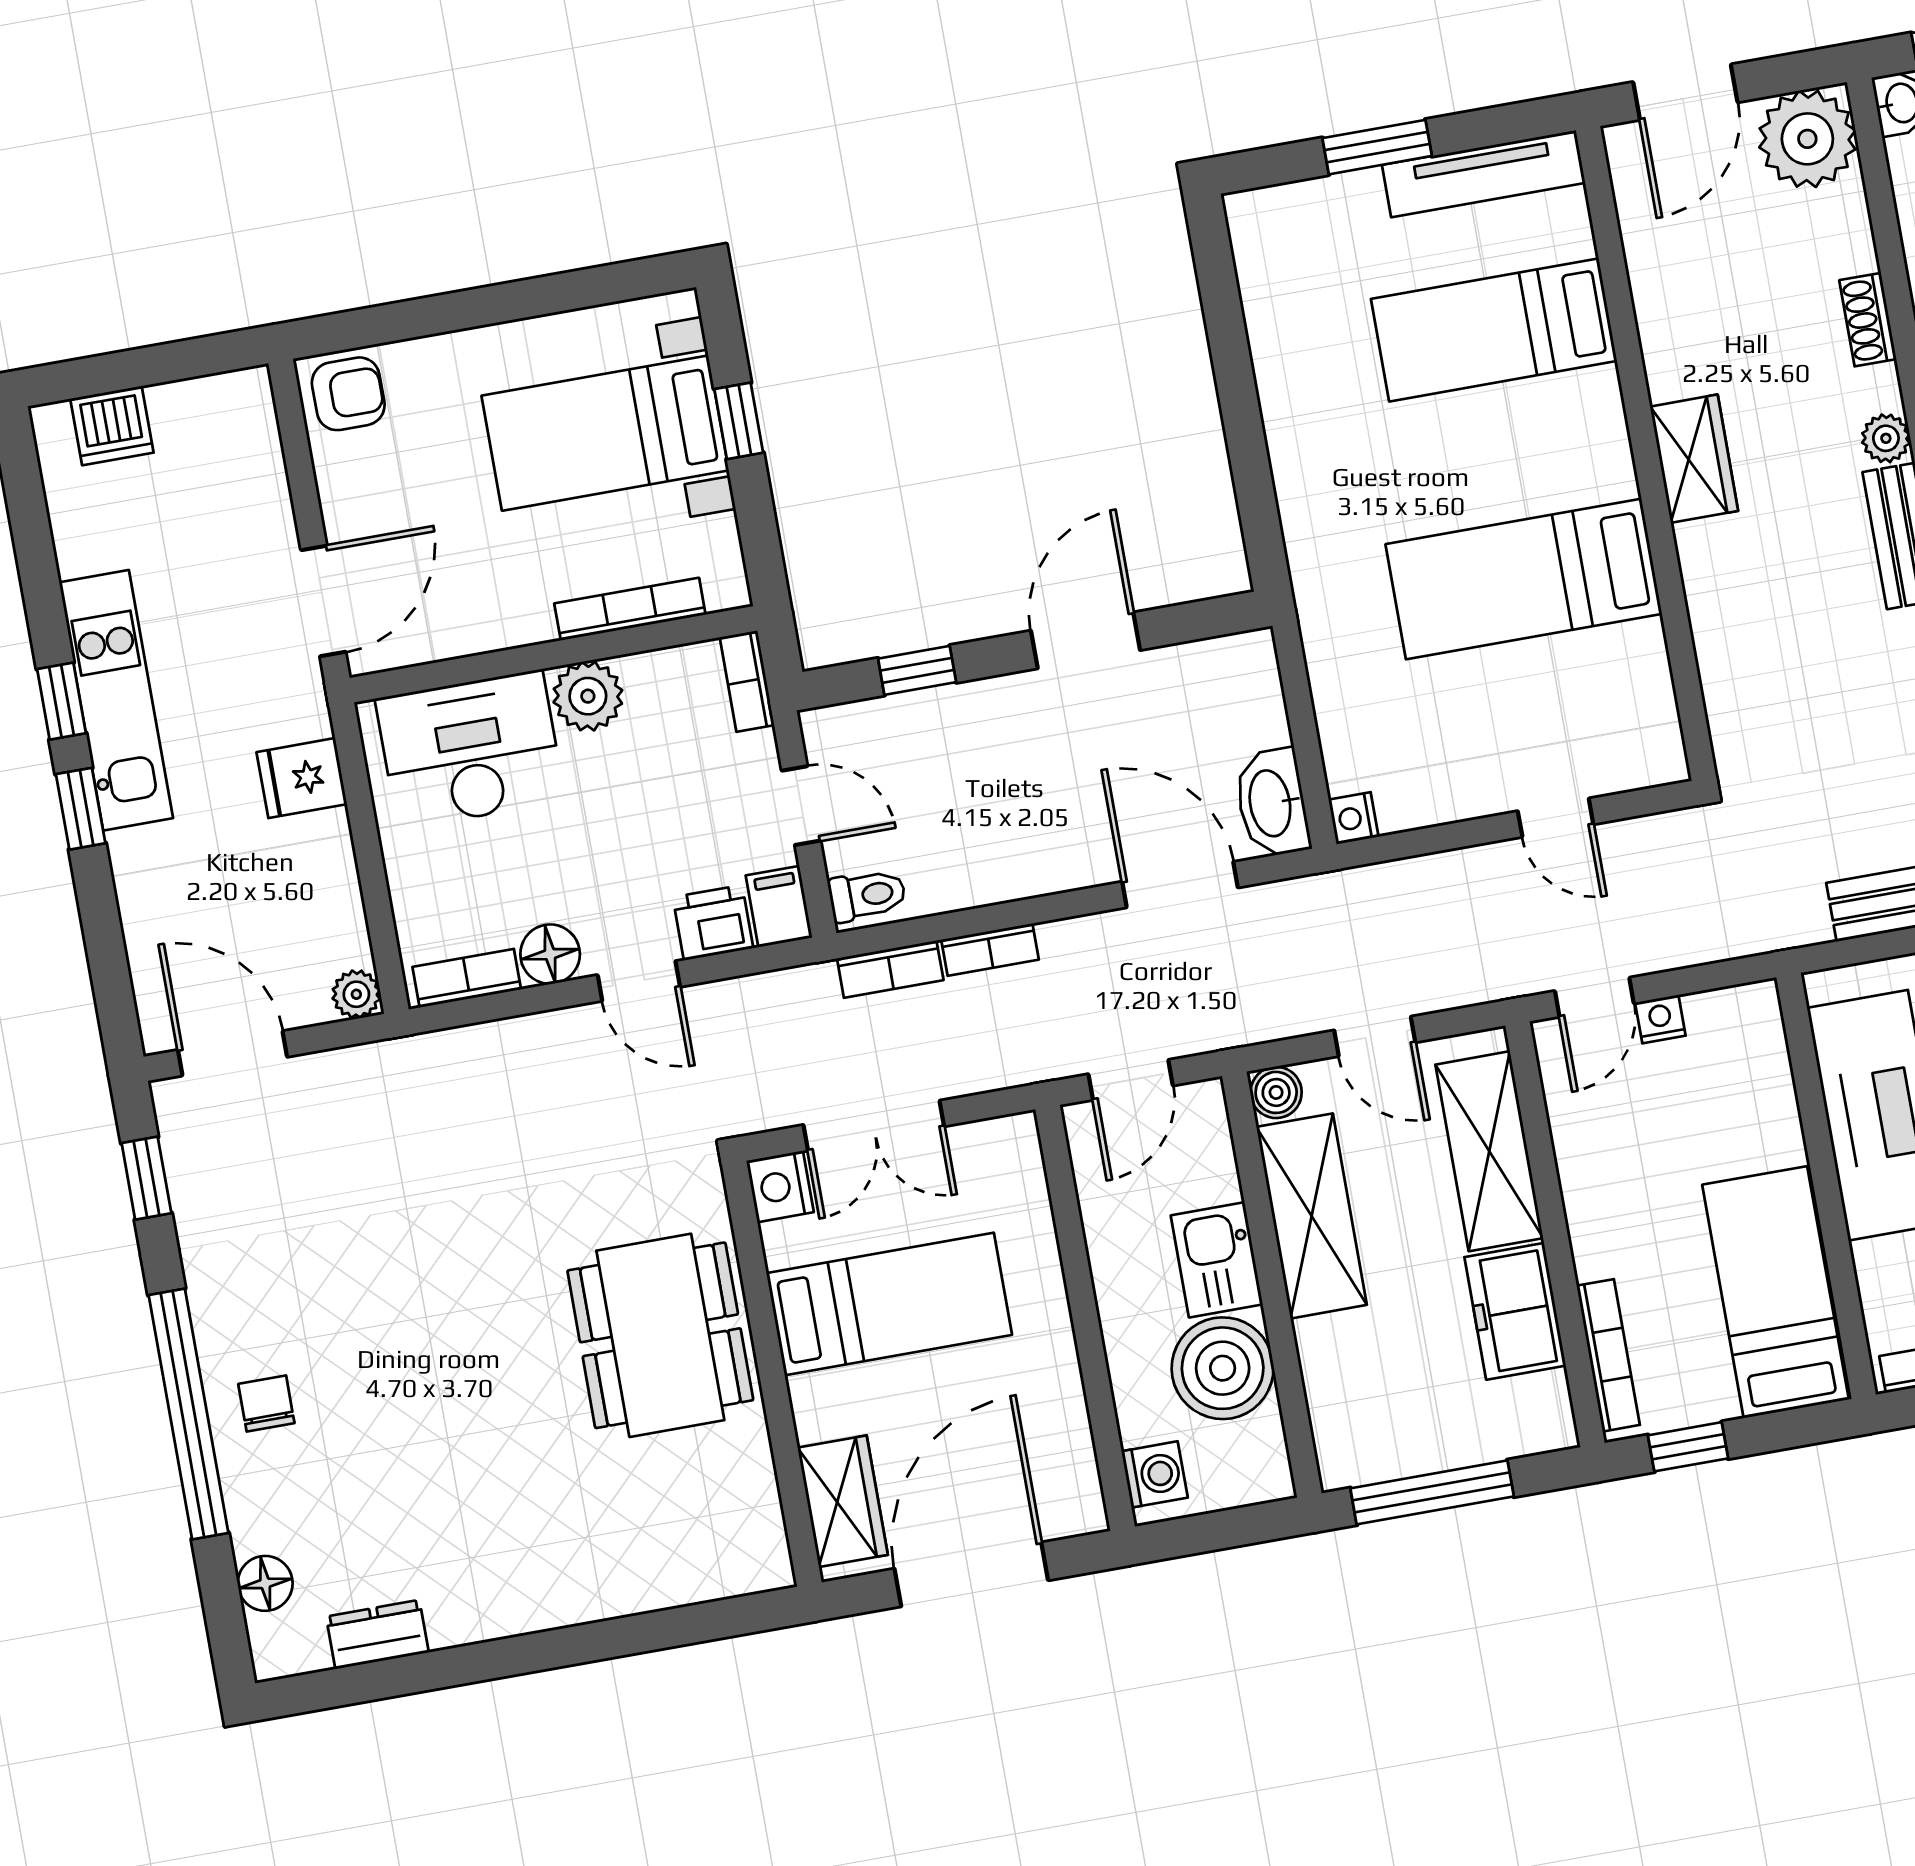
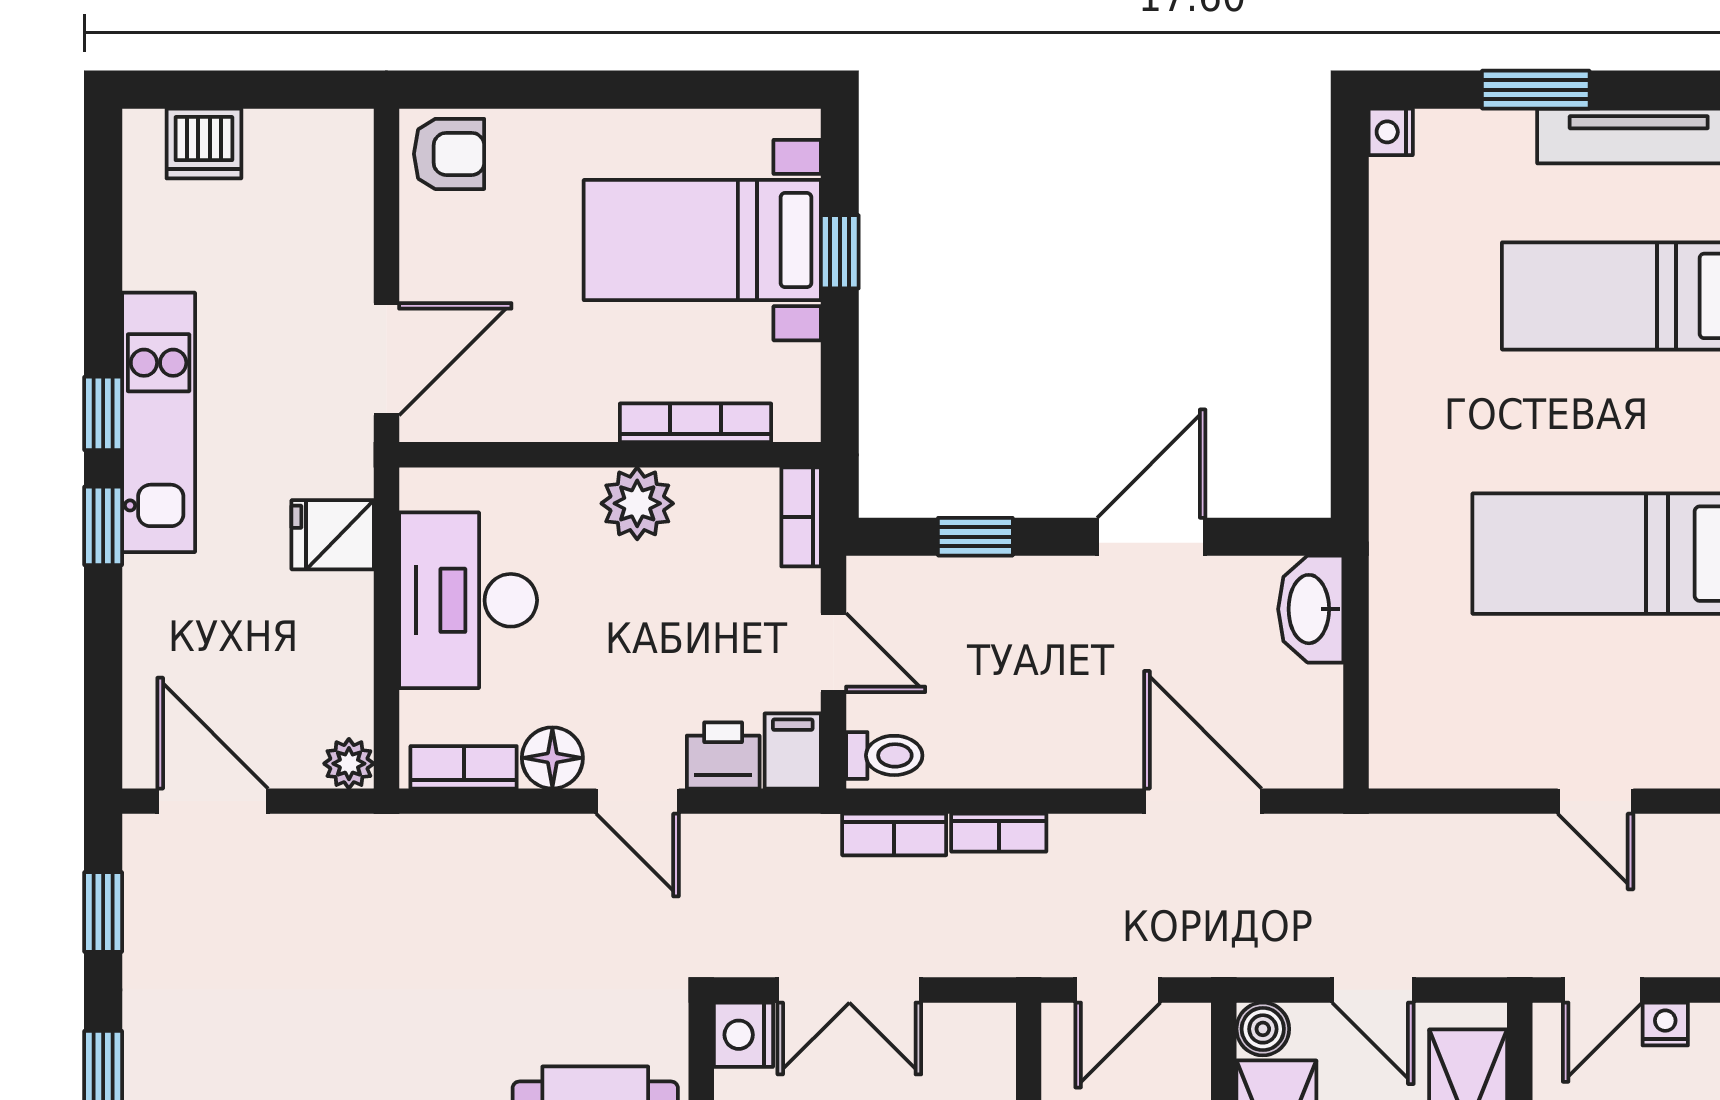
desk: (470, 750) -> (468, 600), moved, turned -90
washbasin: (1272, 803) -> (1311, 609), moved
nightstand: (1354, 818) -> (1391, 132), moved

